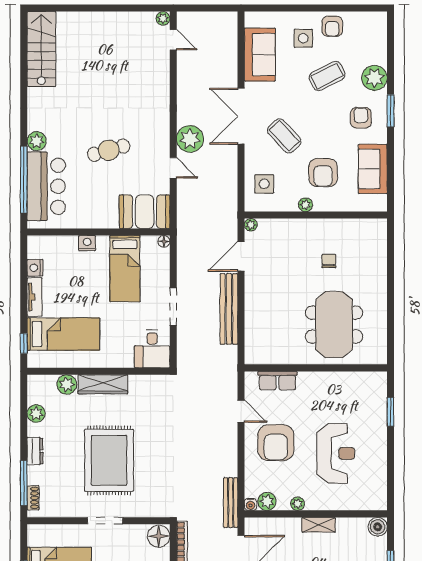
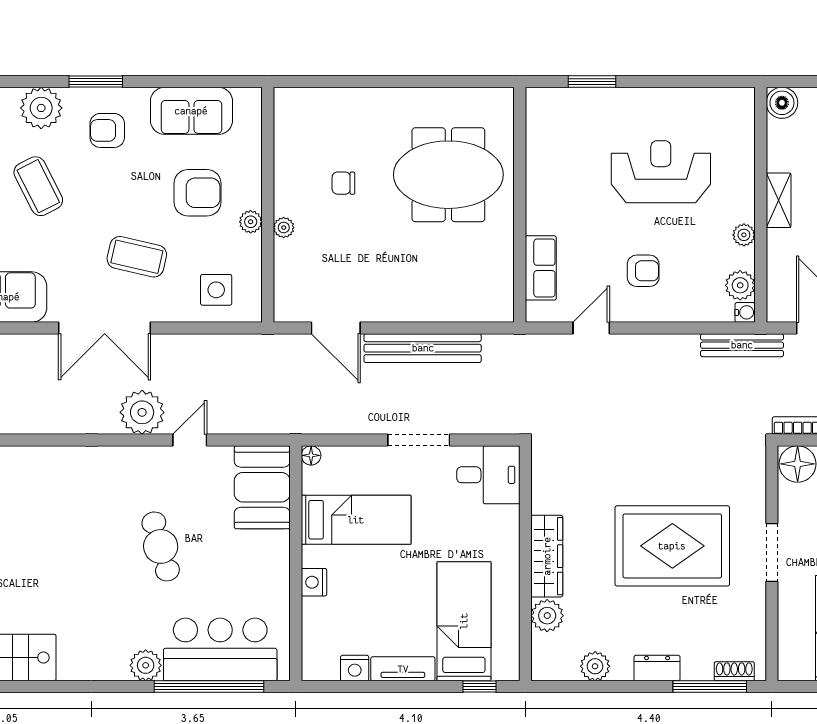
coffee table: (284, 136) -> (137, 257), turned 56
plant: (251, 225) -> (284, 228), moved
armchair: (276, 443) -> (643, 271), width x0.53, depth x0.53

